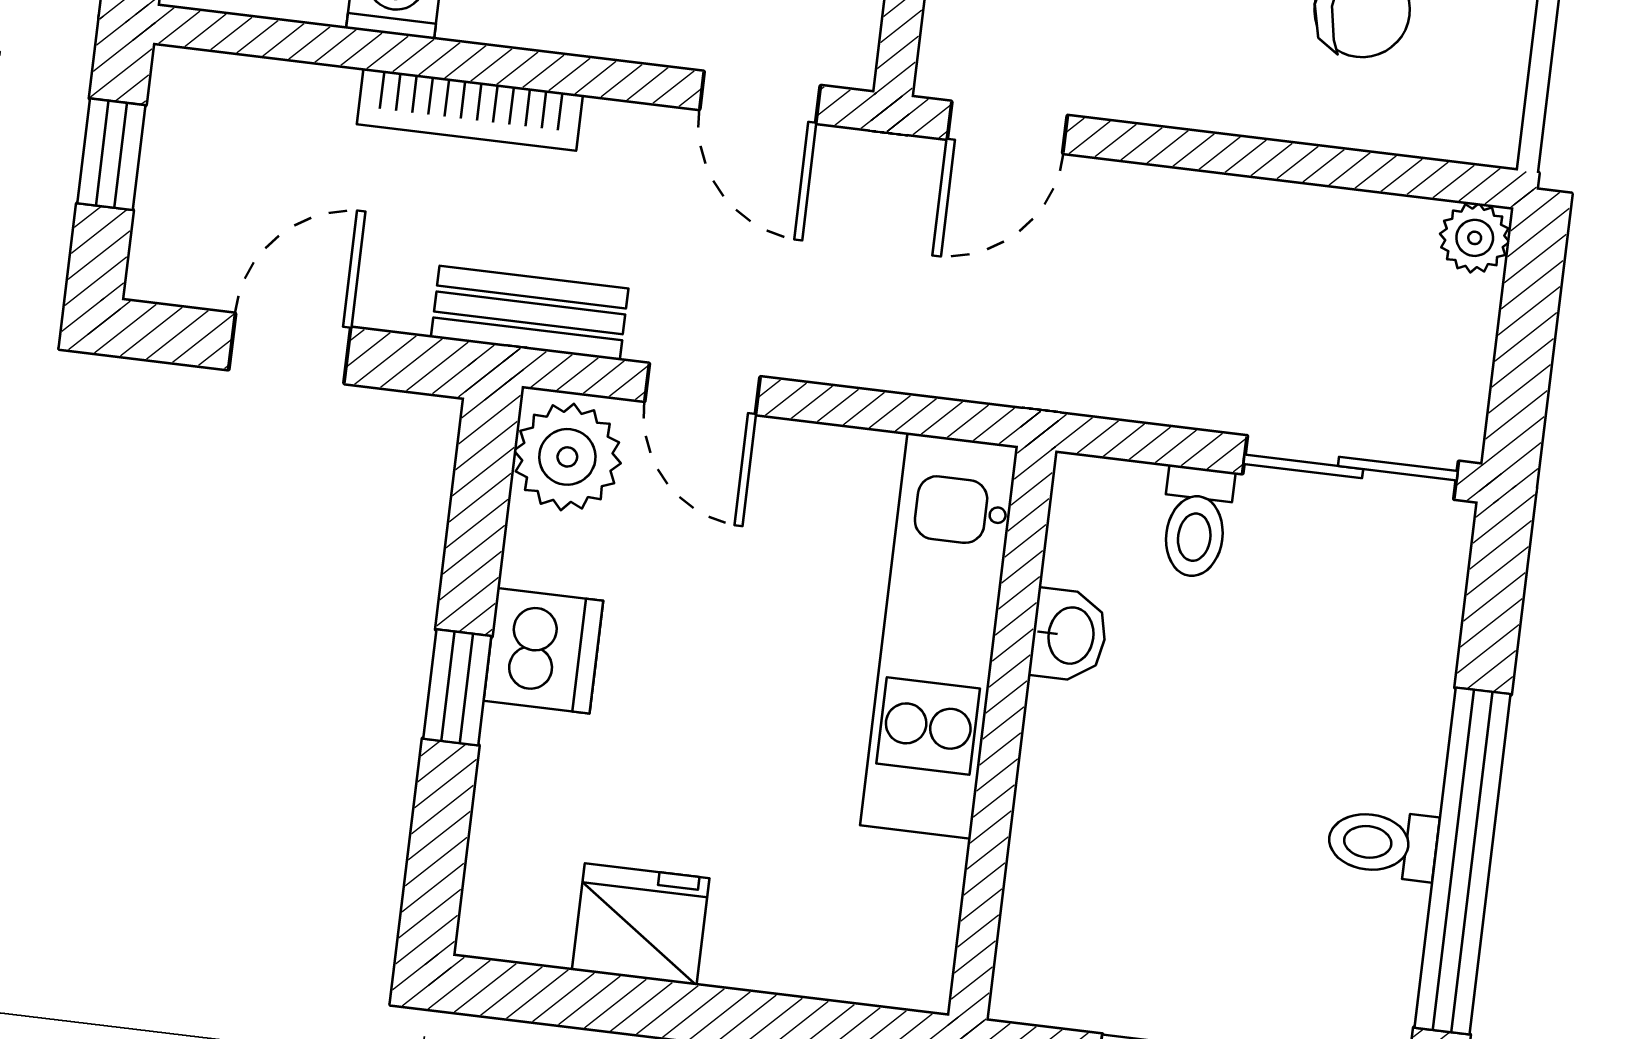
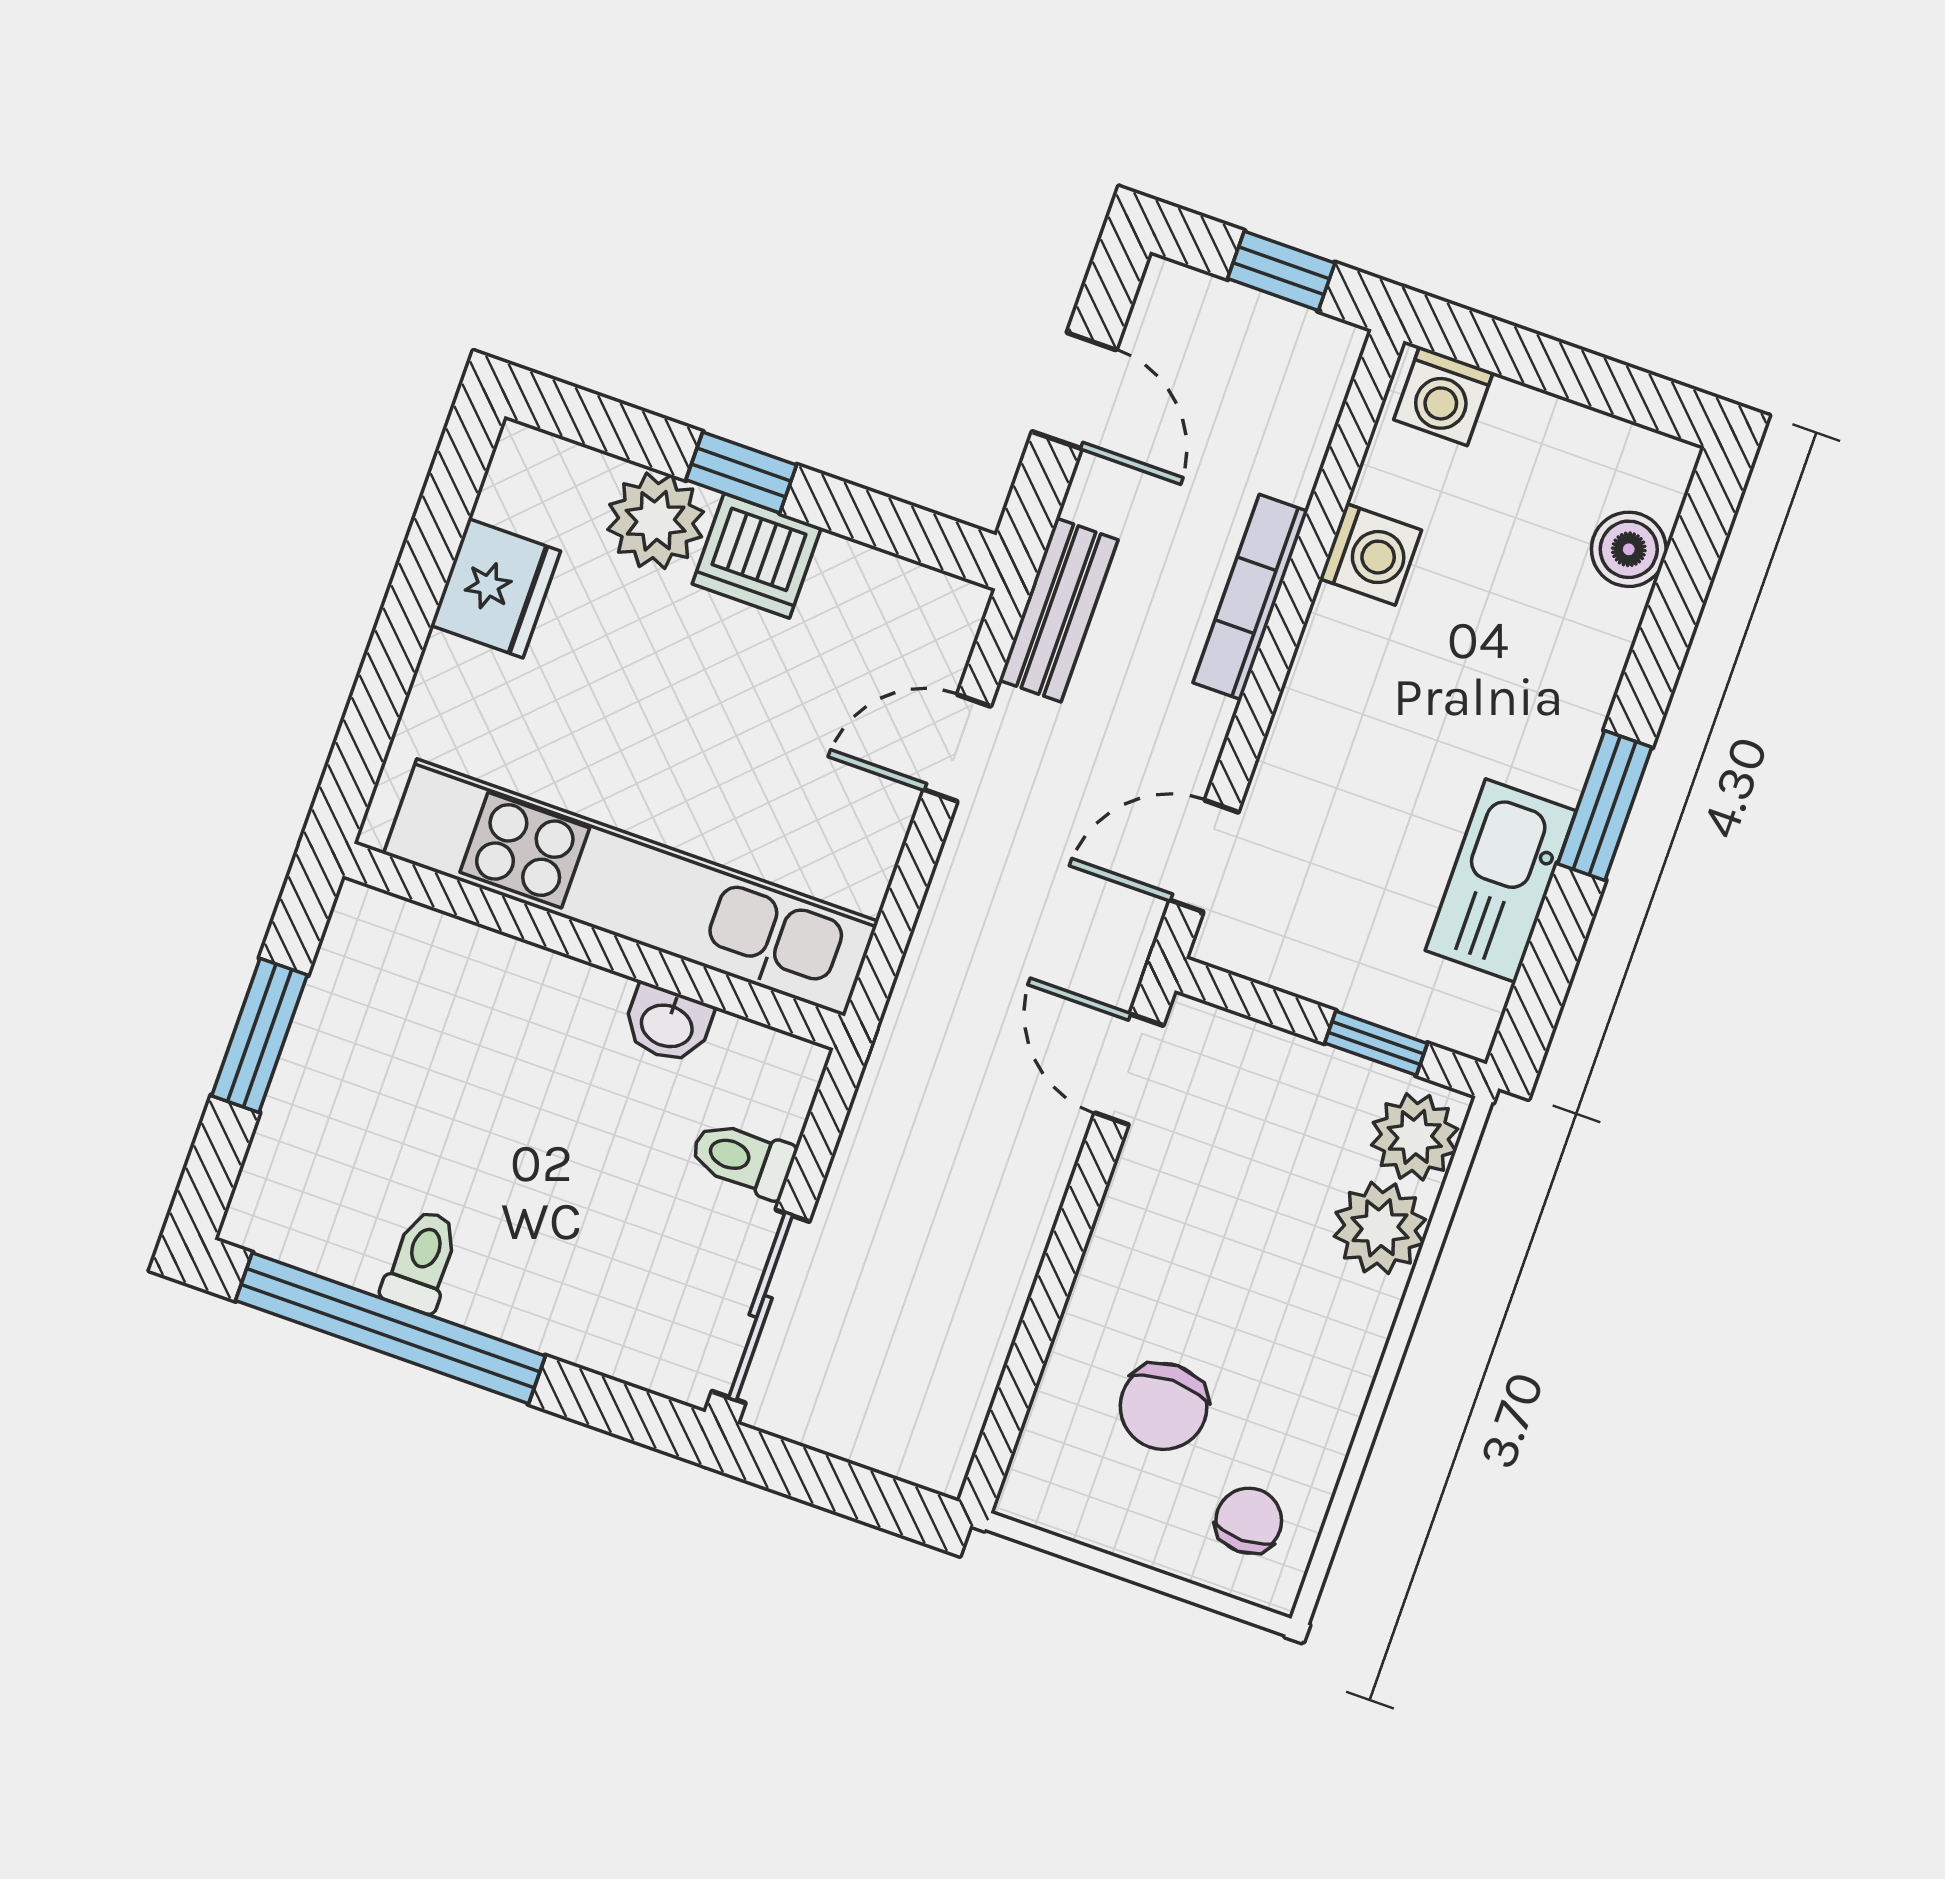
plant: (1475, 238) -> (940, 1461), removed
plant: (567, 457) -> (656, 521), moved
kitchen unit: (939, 636) -> (631, 887), width x1.36

